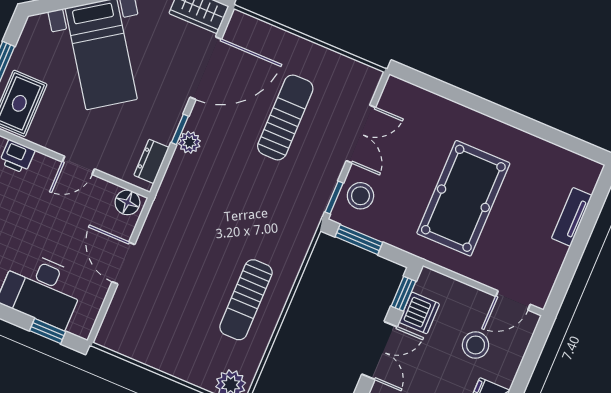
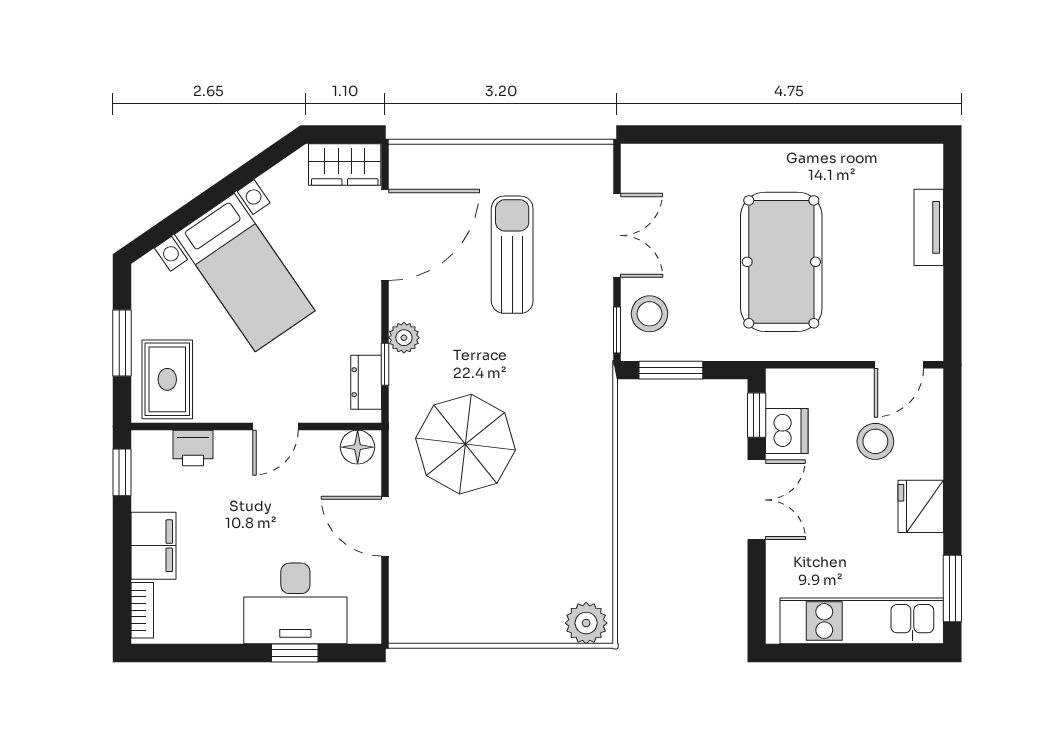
window: (180, 129) -> (385, 364), moved
parasol: (200, 231) -> (465, 444), added
sun lounger: (246, 300) -> (560, 507), removed
window: (48, 331) -> (295, 653), moved

